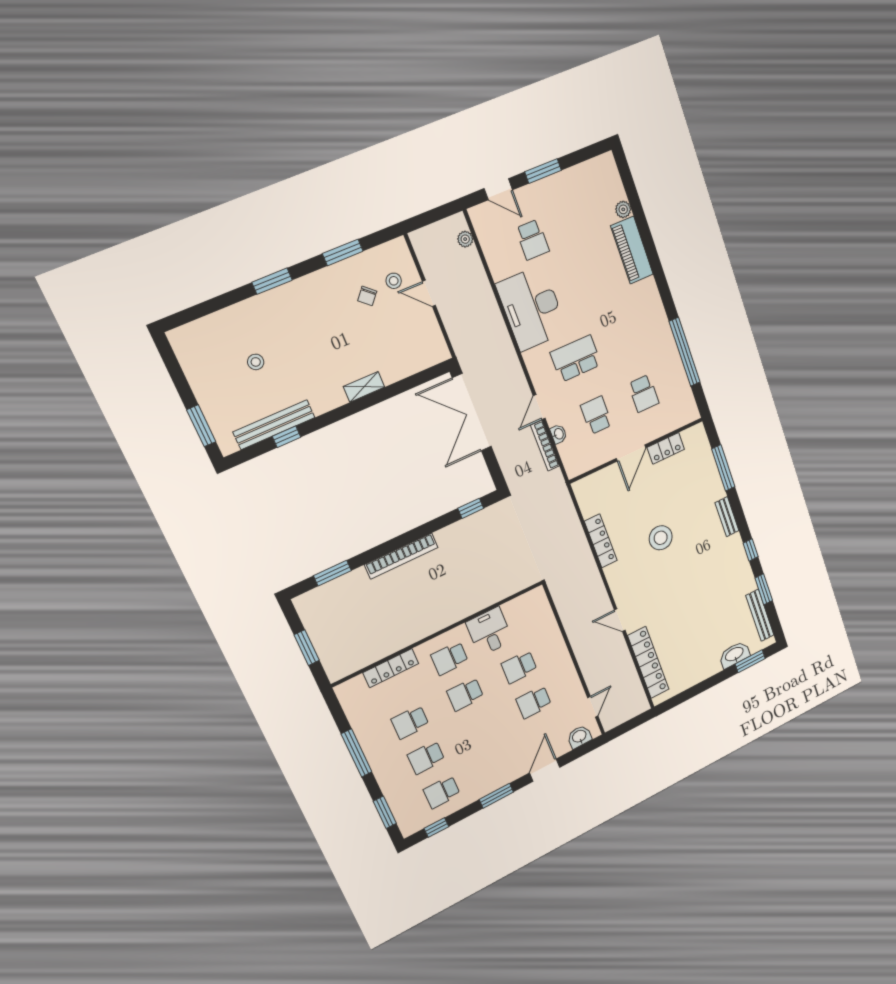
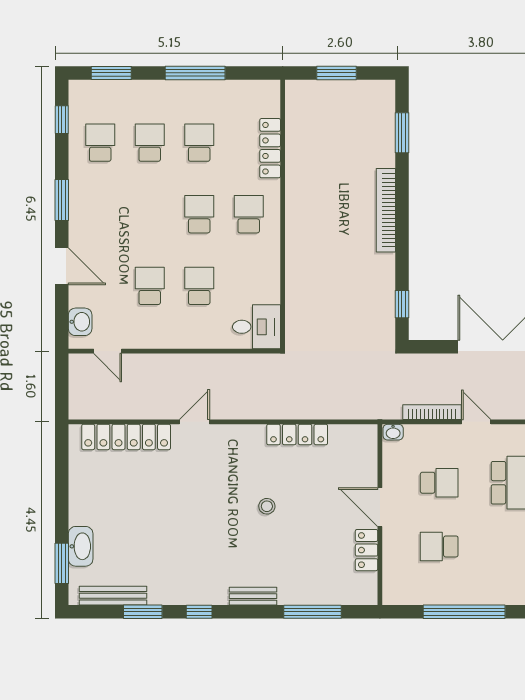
washbasin: (558, 434) -> (393, 432), moved
stool: (661, 538) -> (267, 506), width x0.53, depth x0.53
desk: (489, 632) -> (257, 327), moved

